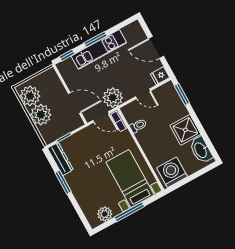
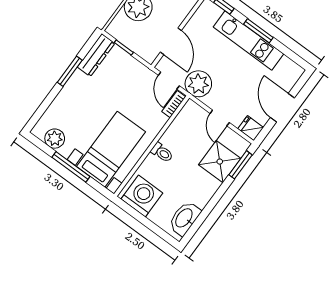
toilet: (138, 126) -> (162, 153), moved
shower: (185, 130) -> (220, 162), moved

